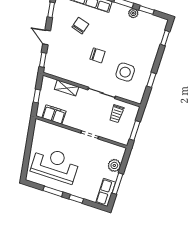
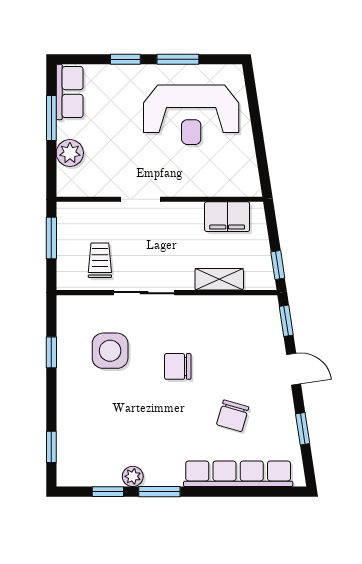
window: (37, 96) -> (278, 265), moved

